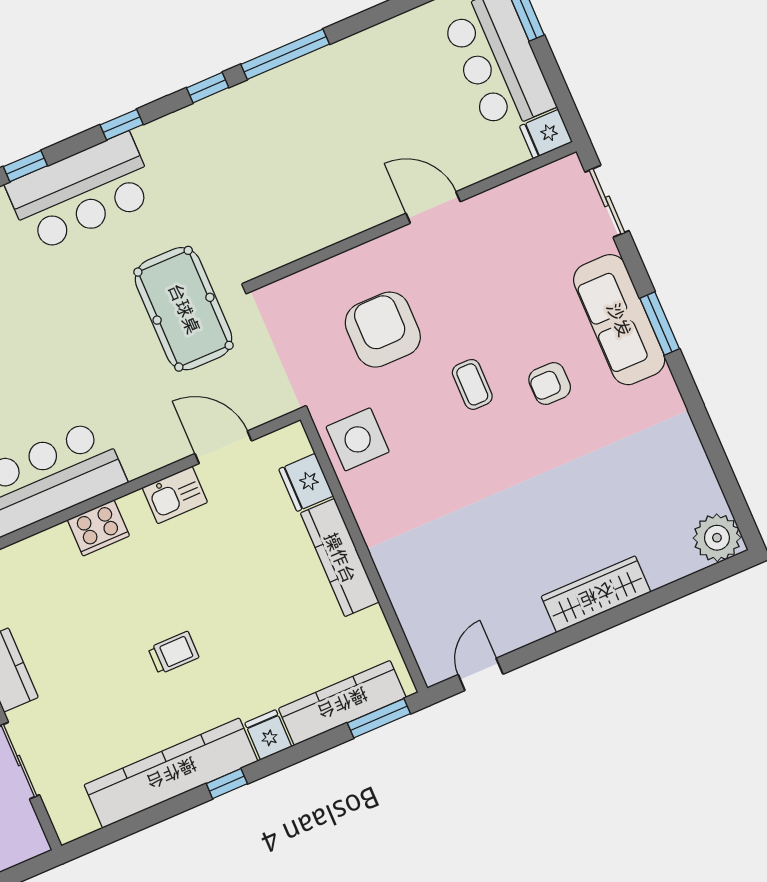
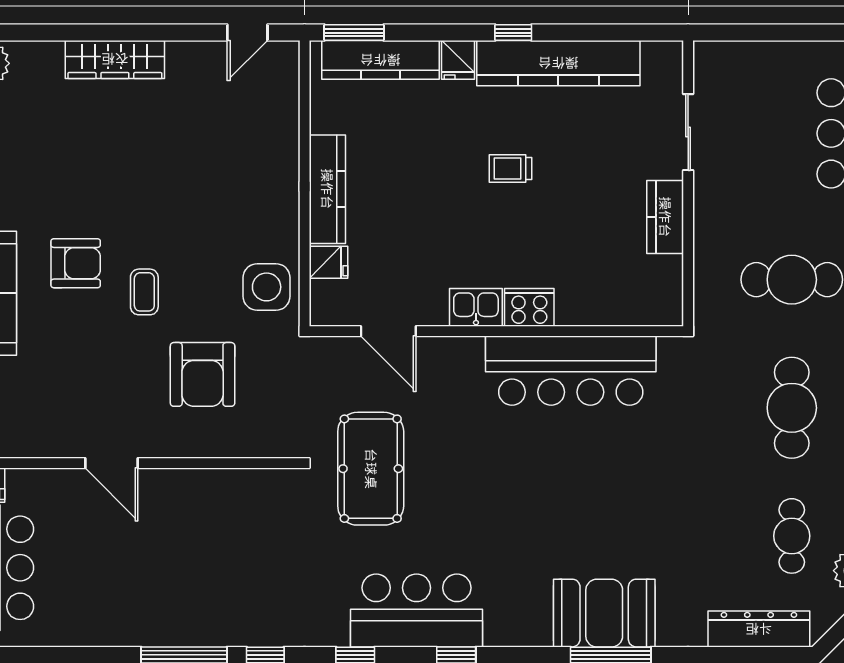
armchair: (550, 384) -> (76, 263), width x1.38, depth x1.38
fridge: (306, 482) -> (329, 262), width x0.72
kitchen sink: (175, 495) -> (476, 307), moved

